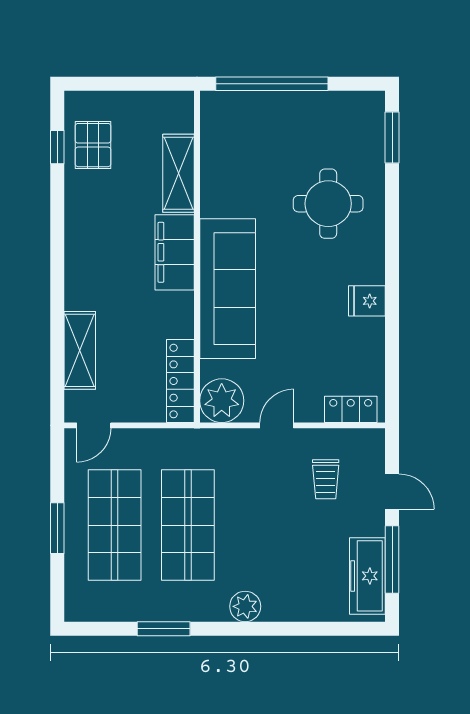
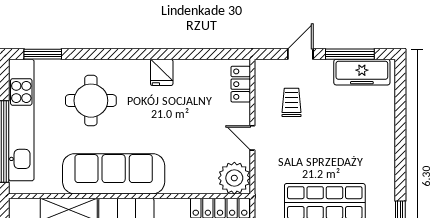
kitchen unit: (301, 108) -> (21, 120), added
sofa: (228, 289) -> (114, 174), moved
trolley: (326, 479) -> (291, 102), turned -90
plant: (245, 606) -> (384, 161), removed

